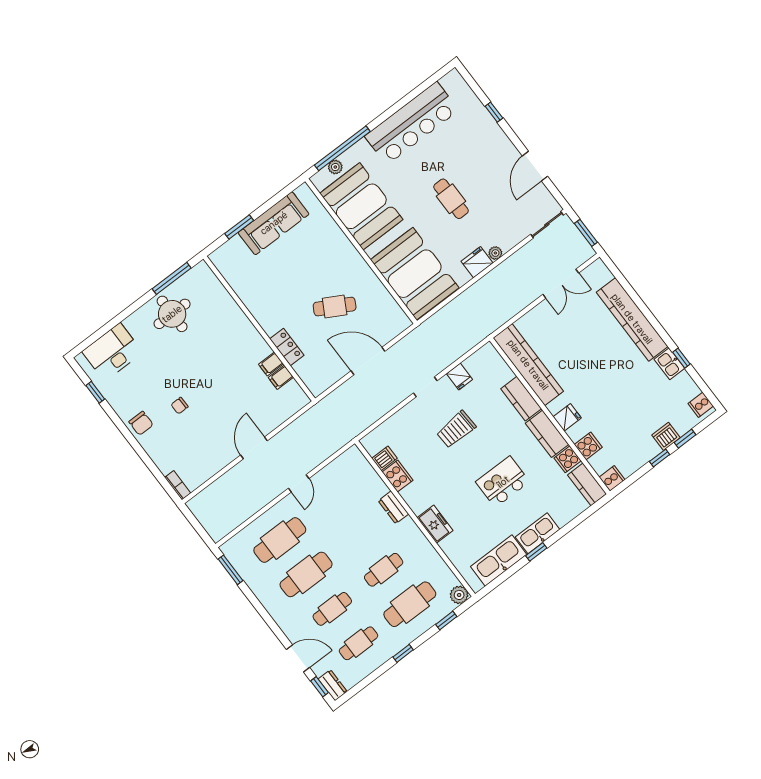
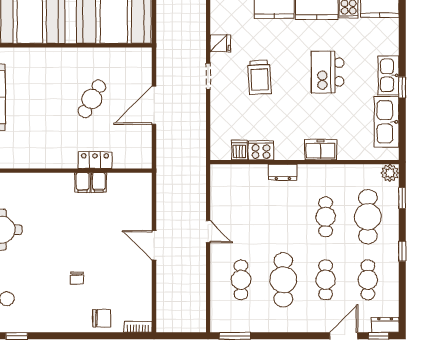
filing cabinet: (281, 377) -> (83, 183), moved
chair: (141, 423) -> (102, 318), moved
cafe table: (280, 540) -> (241, 280), width x0.73, depth x0.74

